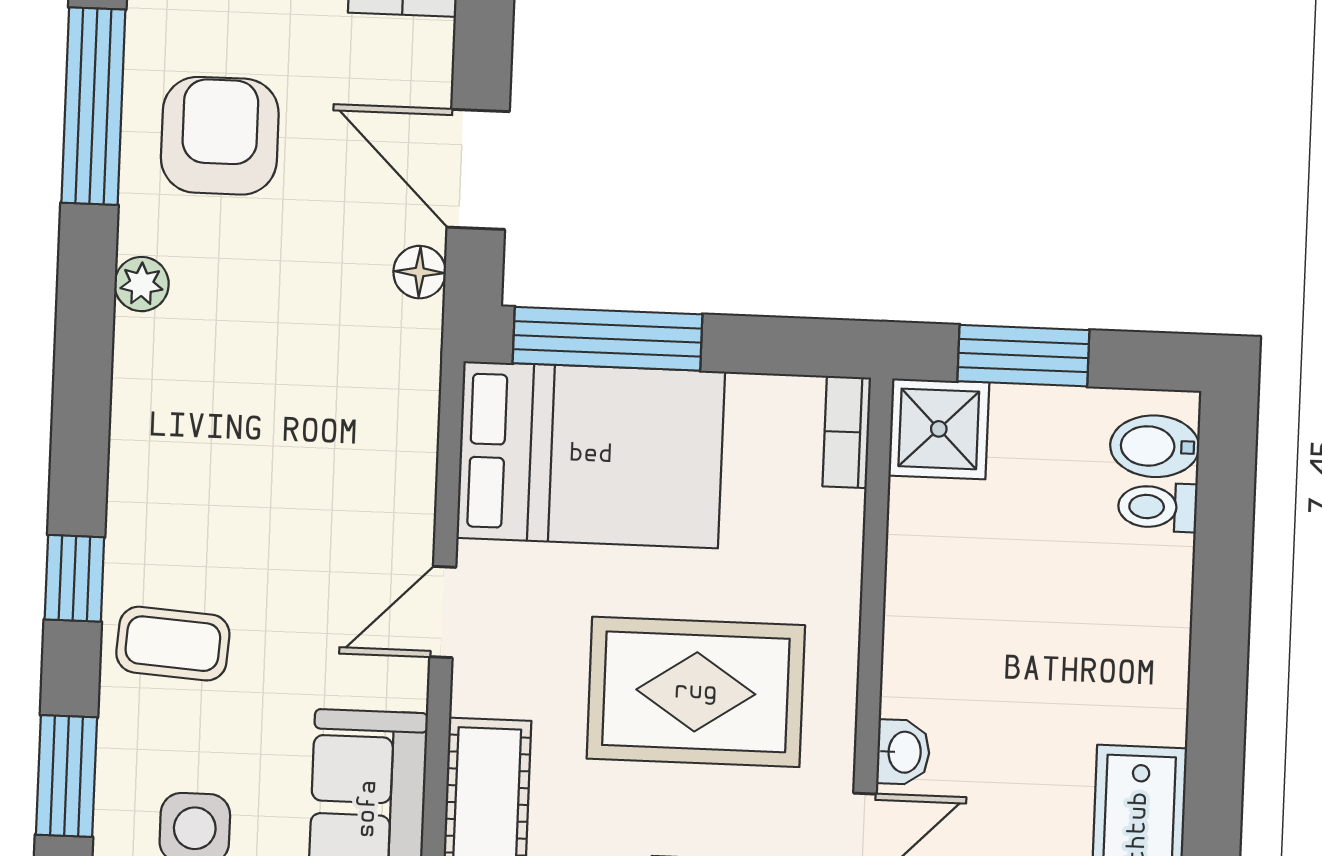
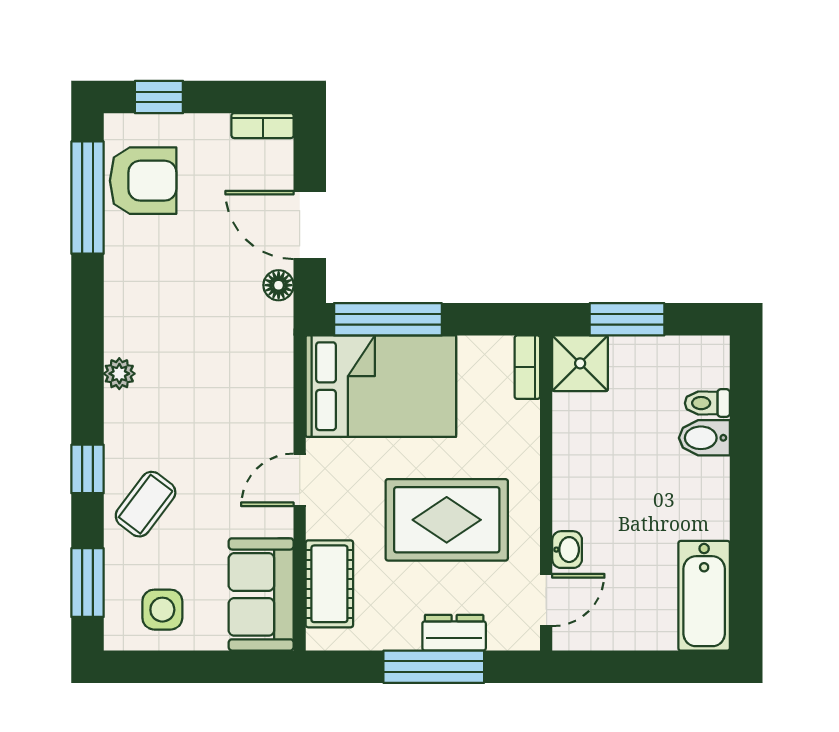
armchair: (220, 136) -> (143, 181), moved, turned 90
plant: (142, 284) -> (119, 374), moved
bidet: (1155, 446) -> (704, 438), moved
coffee table: (173, 644) -> (146, 504), turned -57

